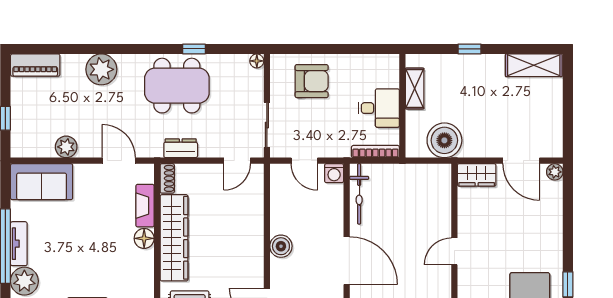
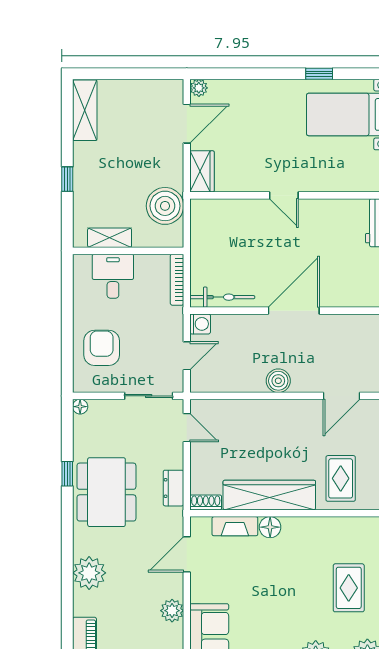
desk: (379, 108) -> (113, 276), moved

